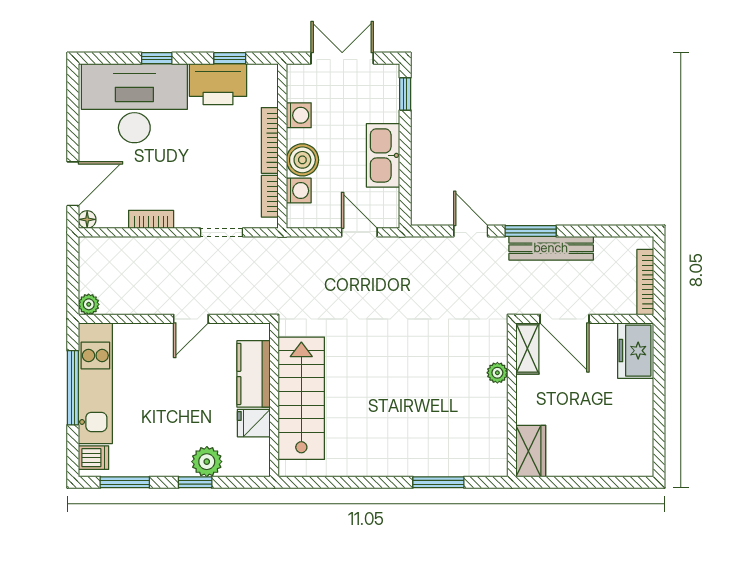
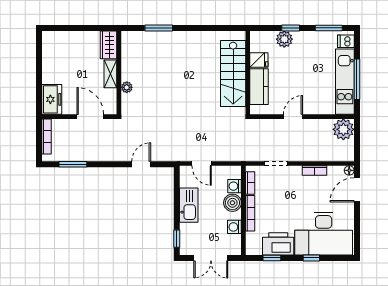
door: (471, 231) -> (141, 164), swing flipped
window: (531, 231) -> (73, 164), moved
bench: (551, 248) -> (98, 155), removed
plant: (89, 304) -> (343, 129), width x1.88, depth x1.88
shelving: (527, 349) -> (110, 74), moved

